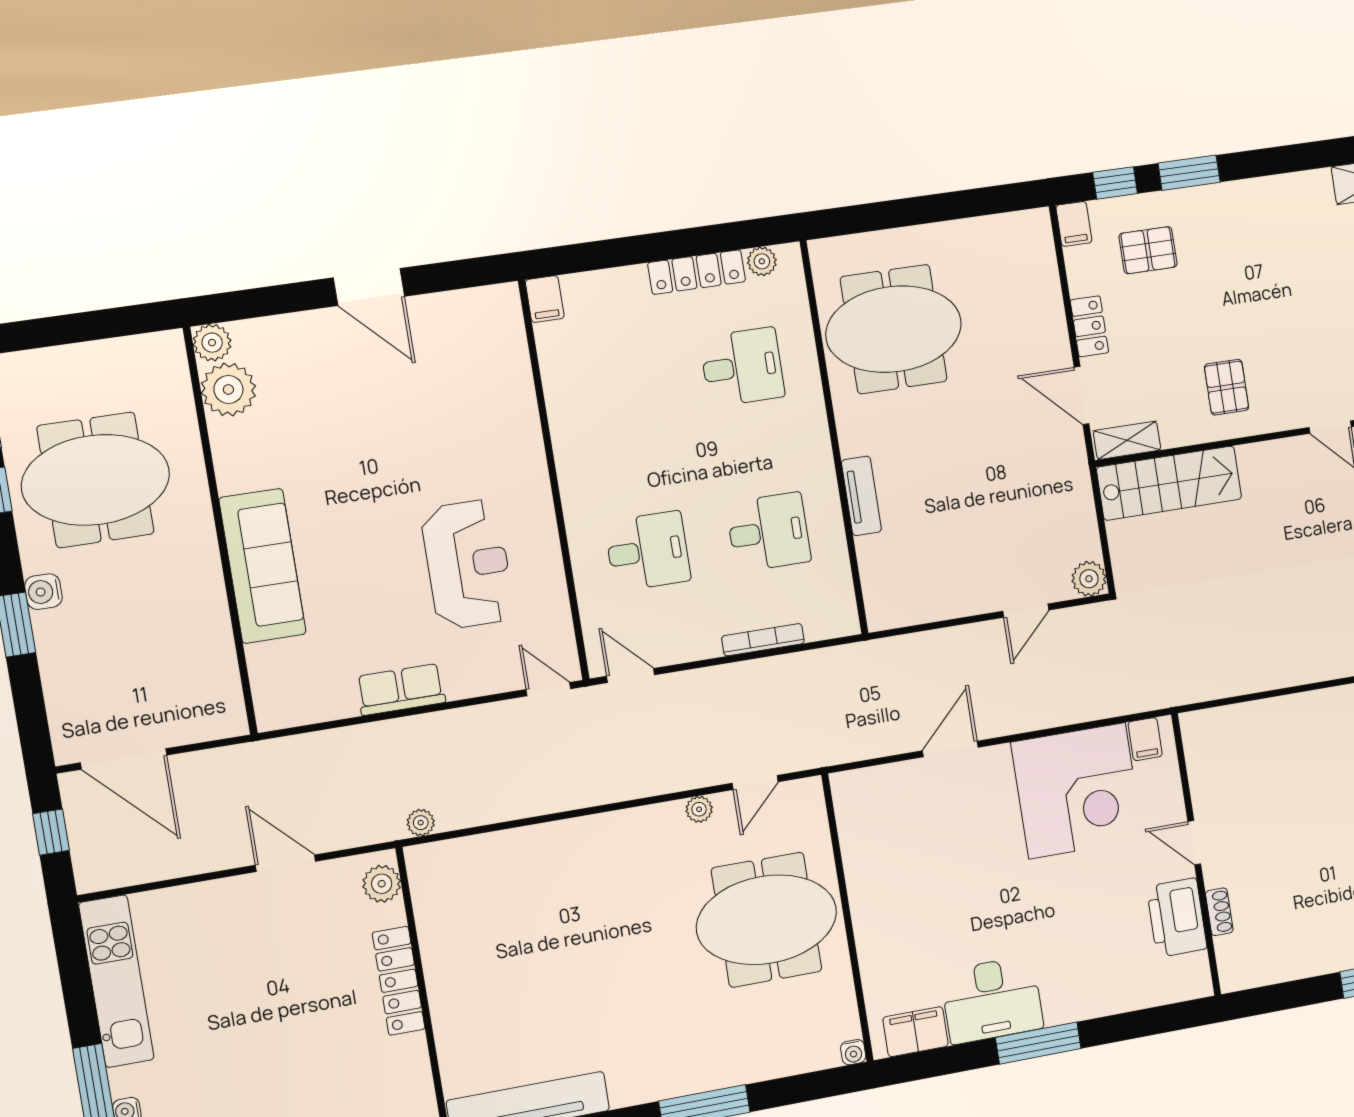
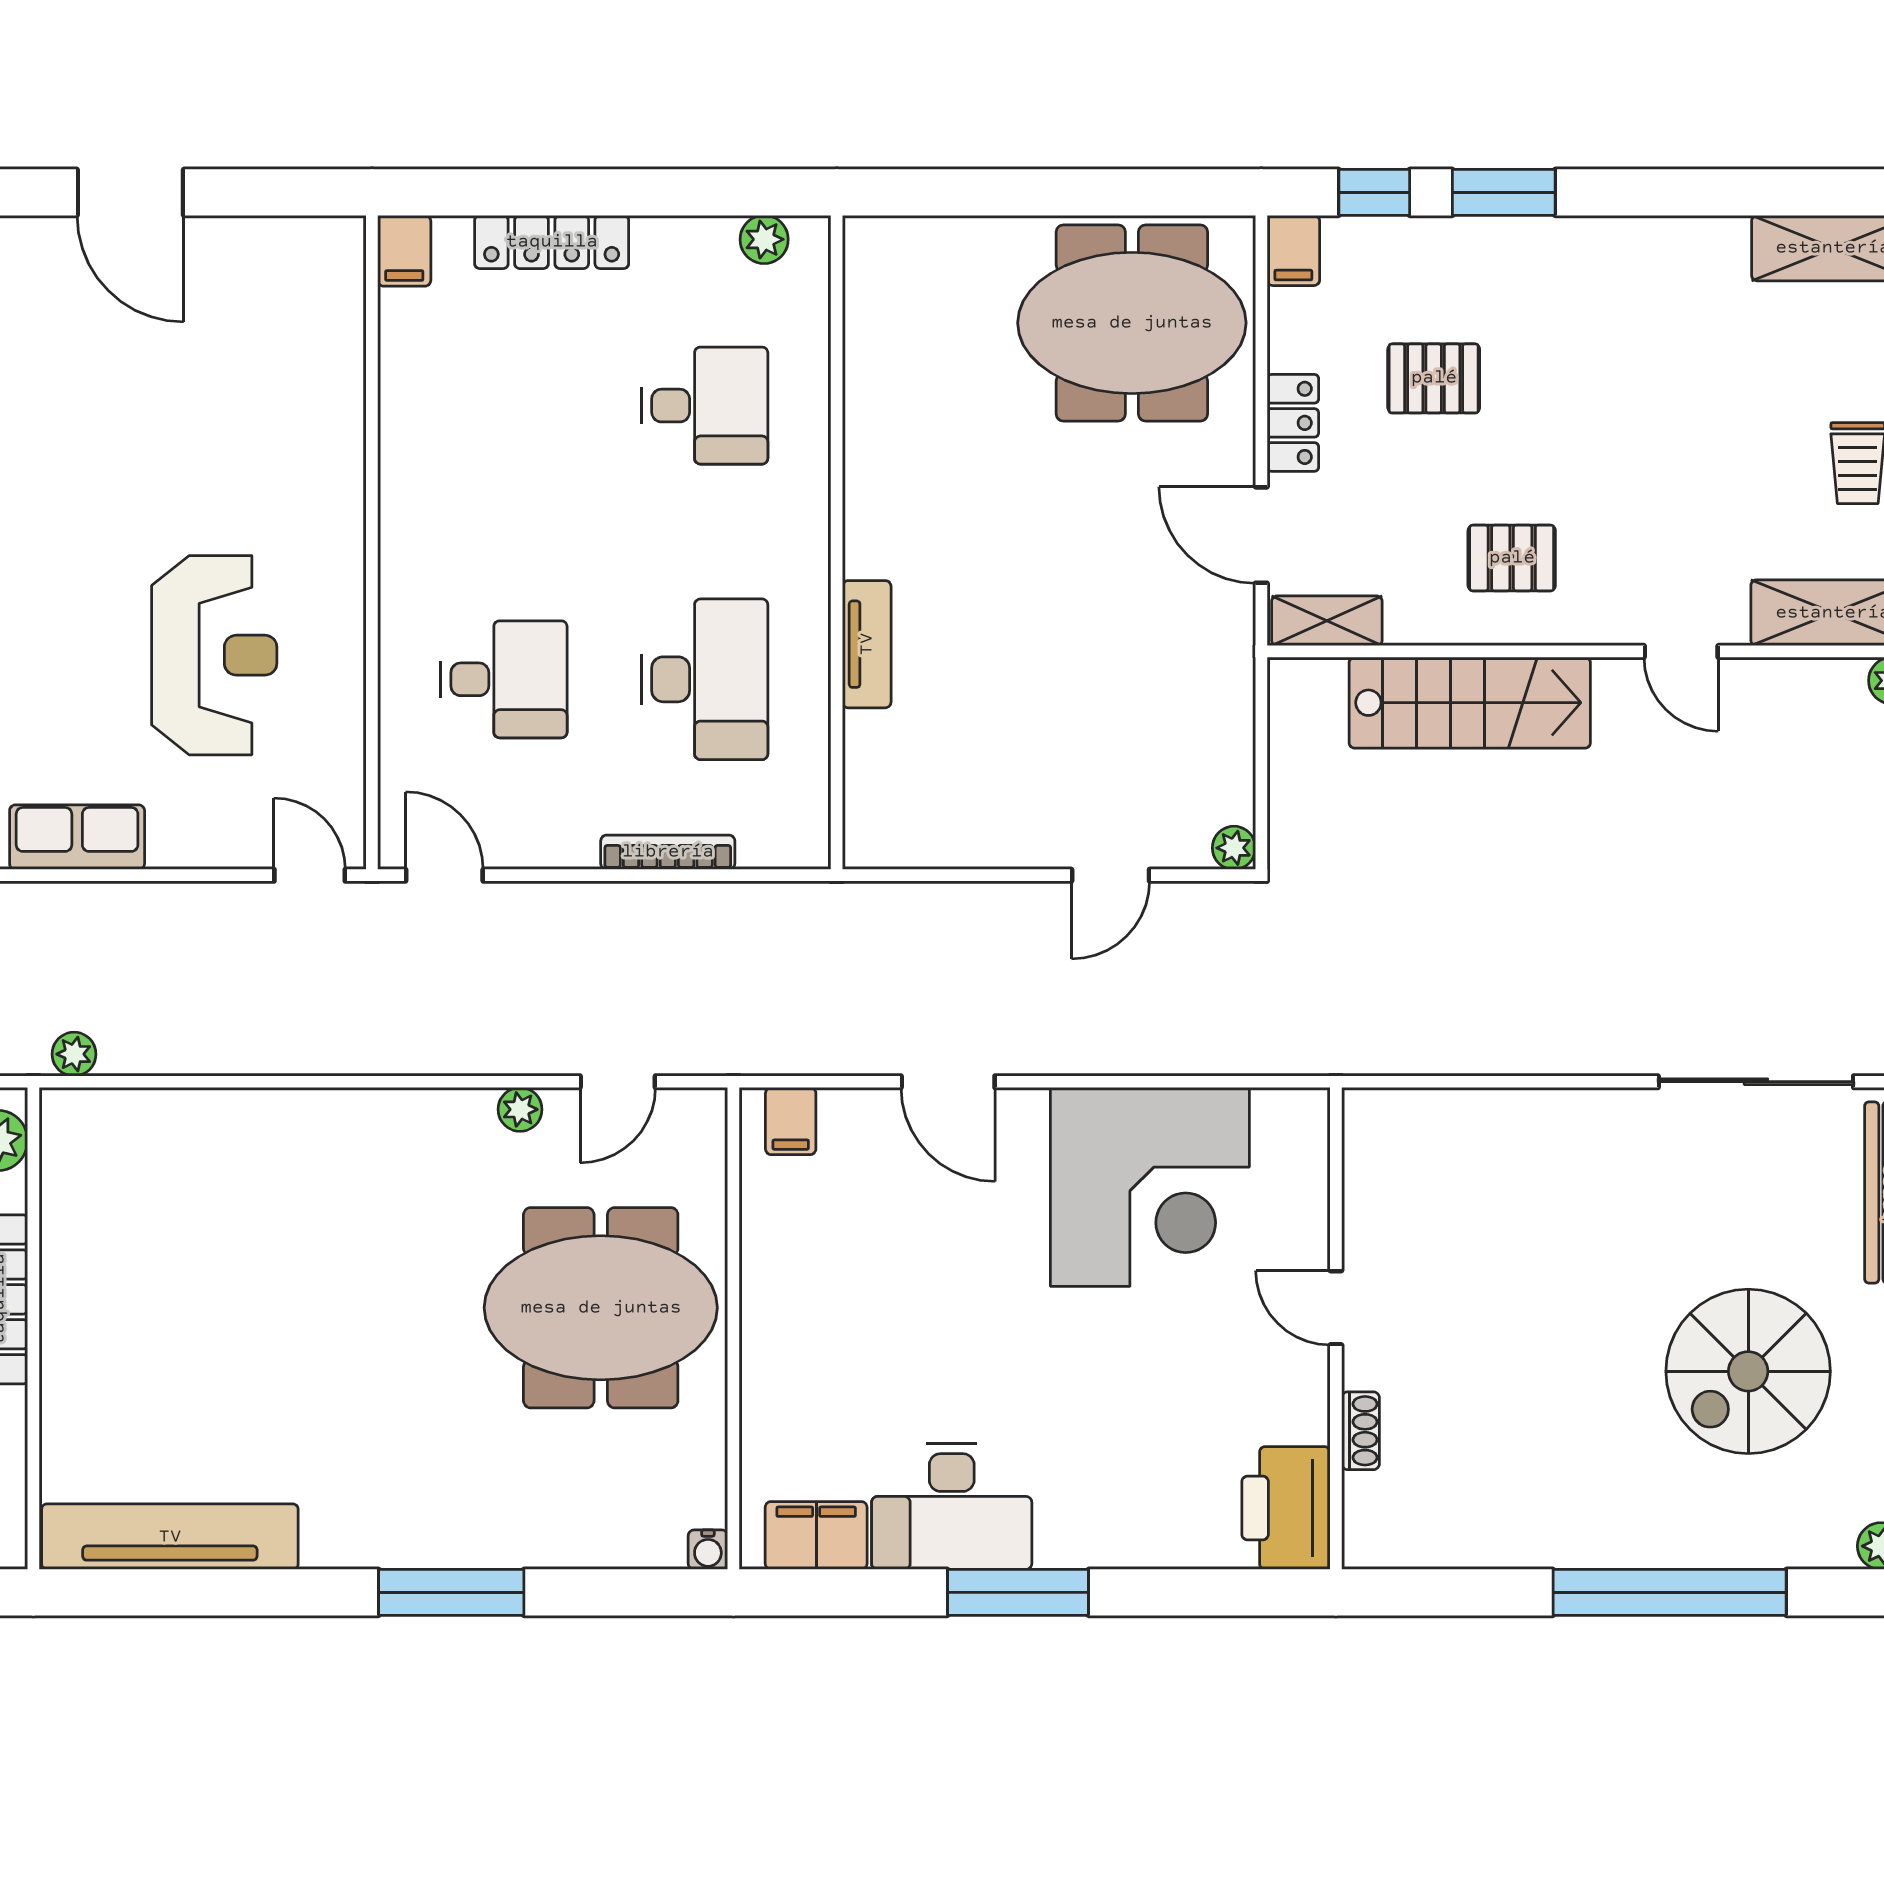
pallet: (1148, 250) -> (1434, 378), moved
locker: (697, 272) -> (552, 242), moved
meeting table: (894, 329) -> (1132, 323), moved
pallet: (1227, 387) -> (1512, 558), turned 90
stairs: (1169, 483) -> (1470, 703), moved
desk: (768, 532) -> (705, 679), width x1.37
plant: (1089, 579) -> (1234, 848), width x0.73, depth x0.73
filing cabinet: (1145, 739) -> (791, 1121), moved
door: (950, 749) -> (948, 1082), swing flipped
printer: (1177, 918) -> (1286, 1508), moved

